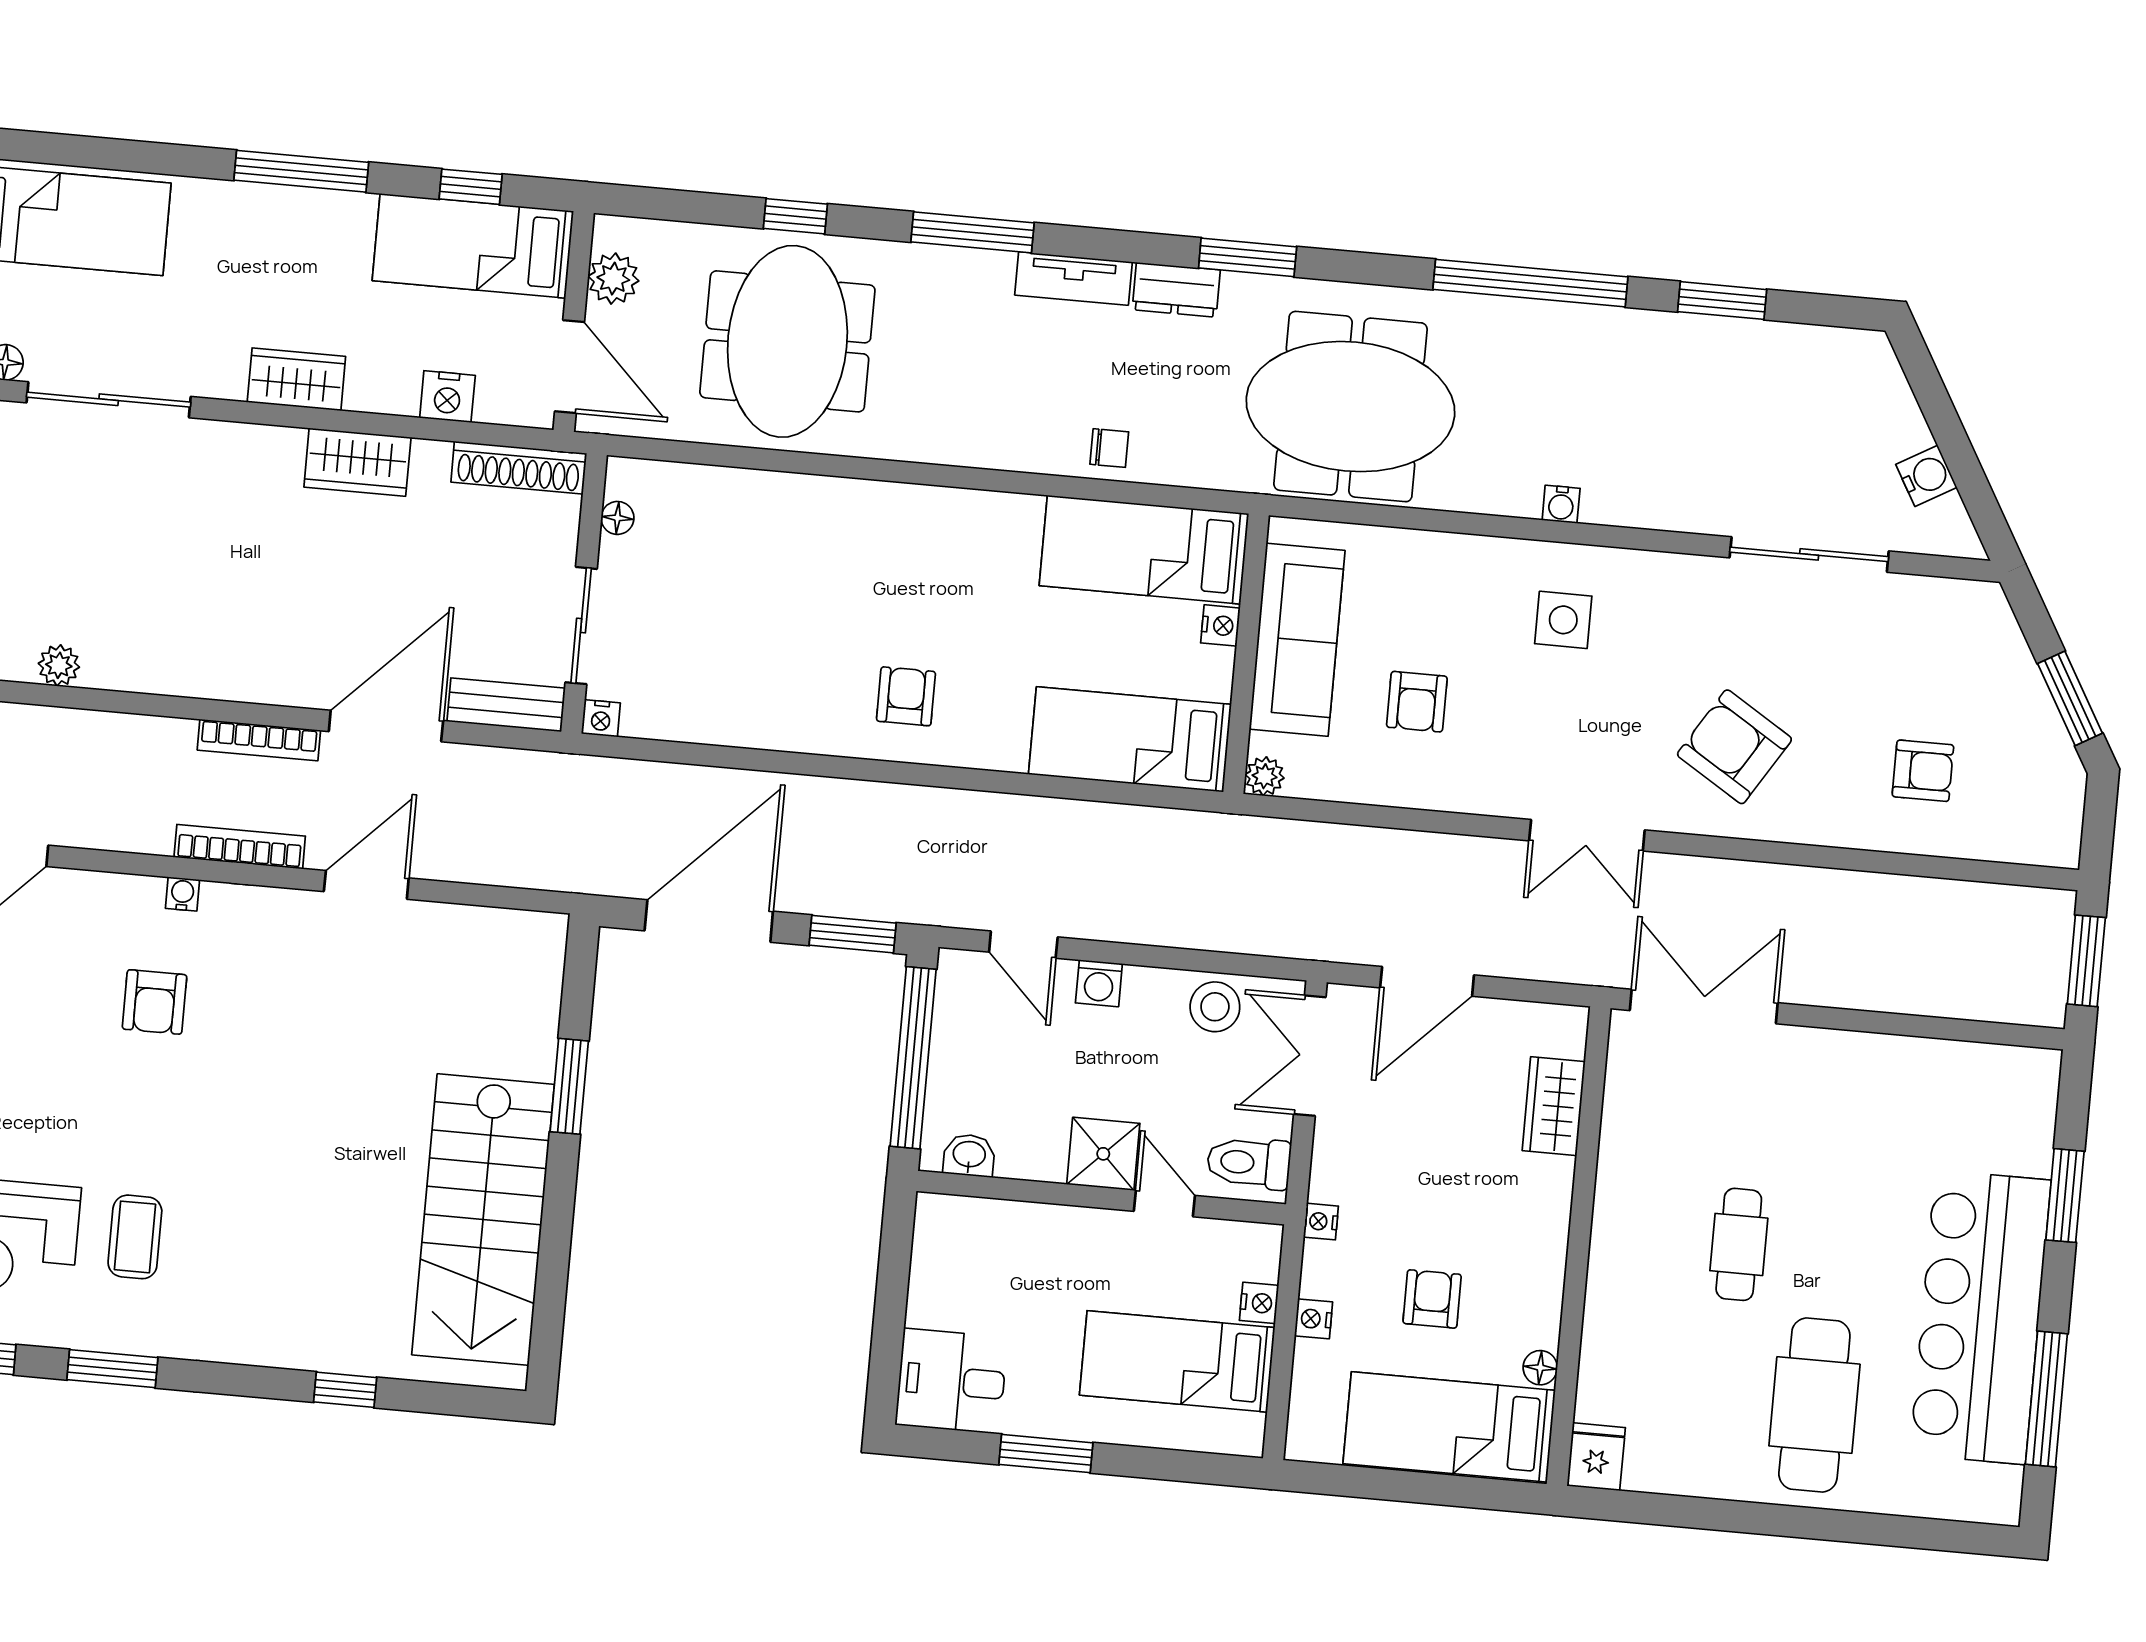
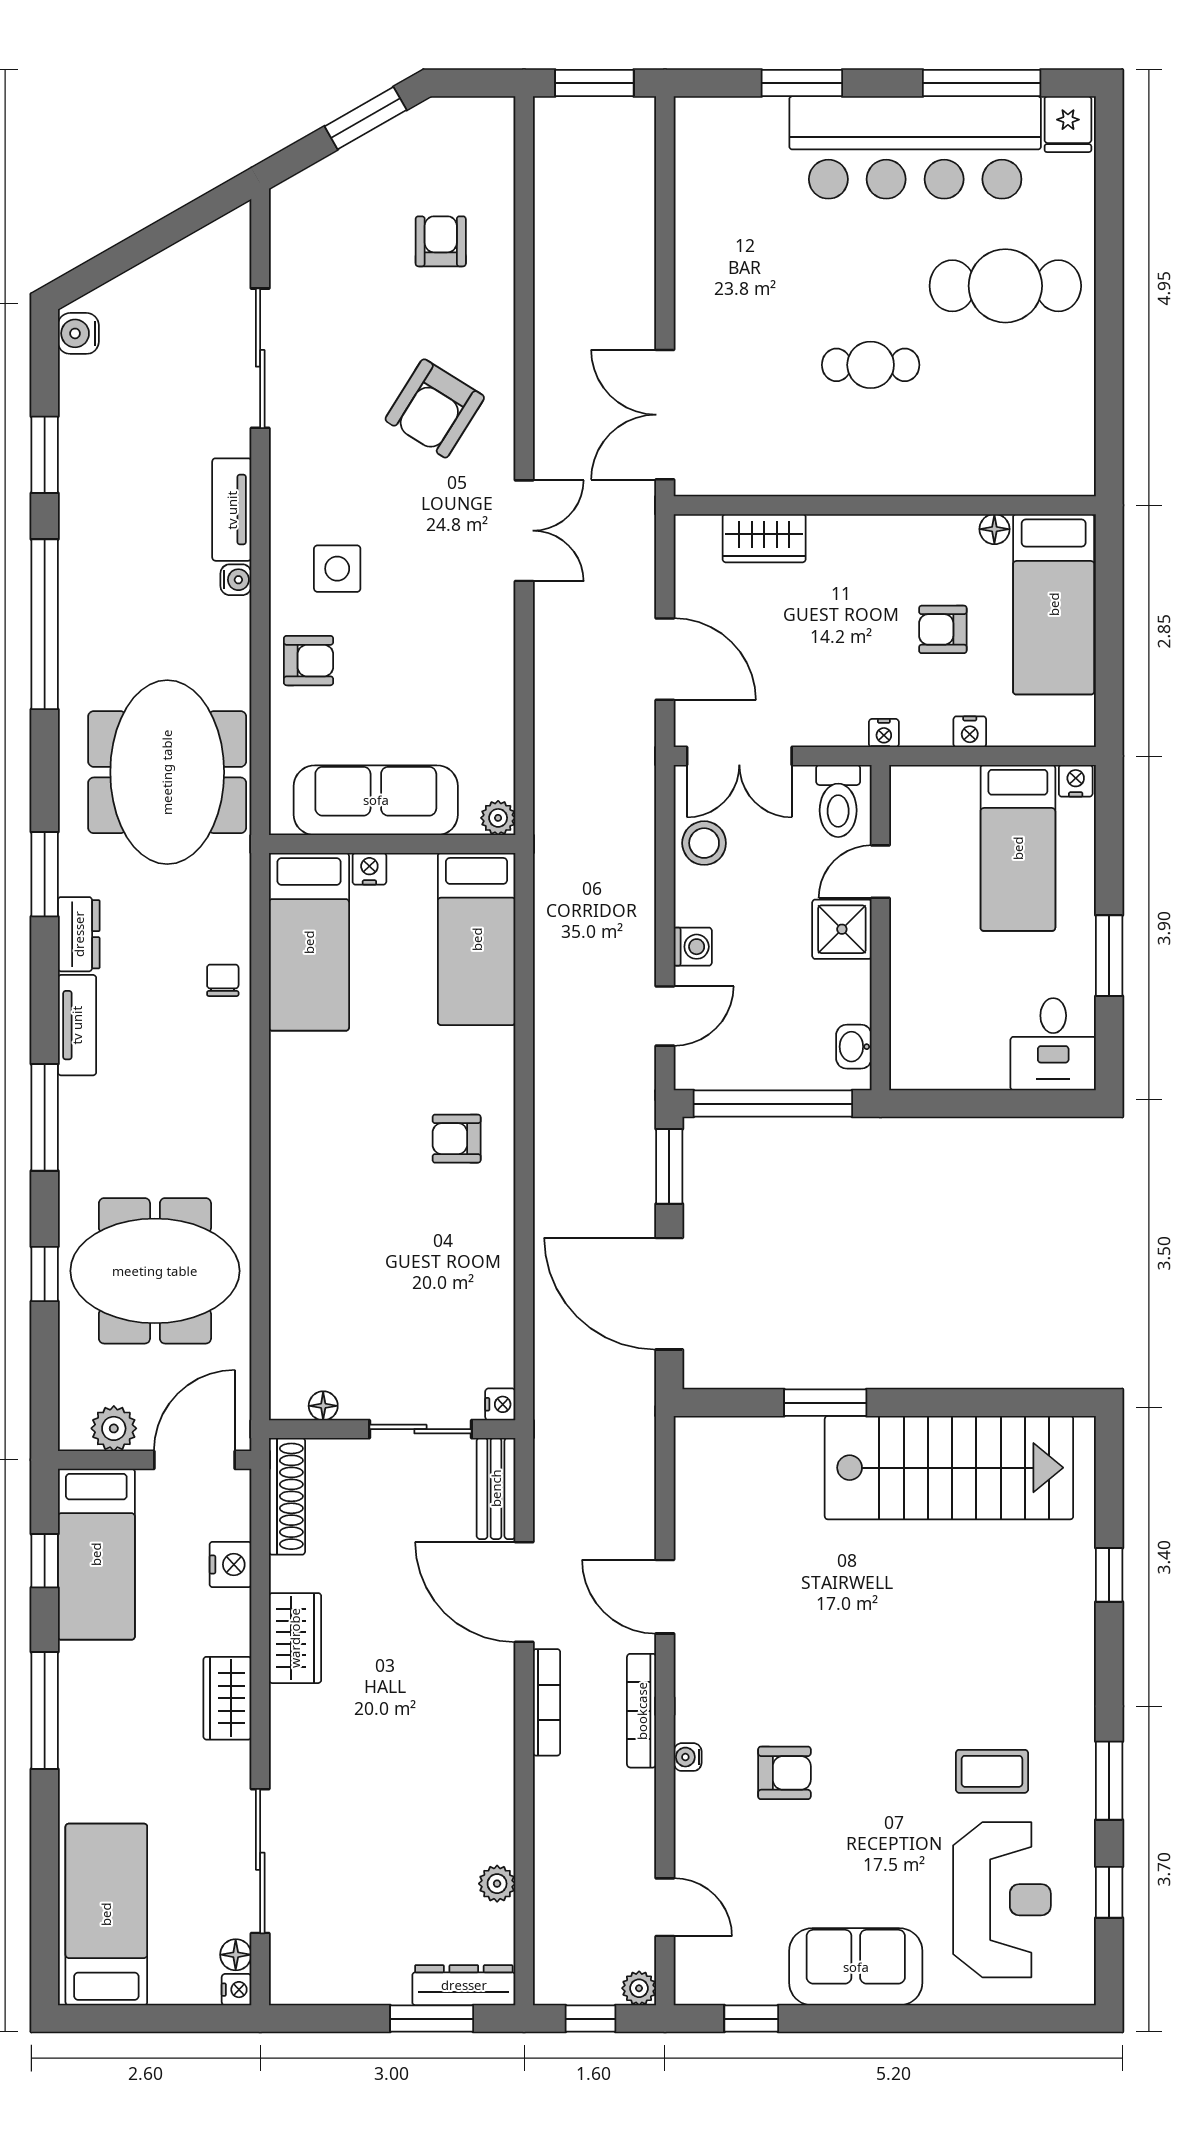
water cooler: (1926, 476) -> (78, 333), moved, turned -60
tv unit: (1641, 507) -> (232, 510), added
armchair: (1417, 702) -> (308, 661), moved
nightstand: (1259, 1303) -> (1076, 781), moved
fridge: (1596, 1457) -> (1068, 124), moved, turned -90

